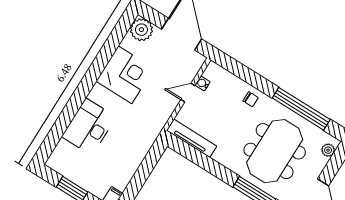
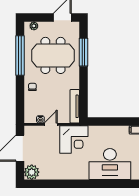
corner desk: (125, 75) -> (74, 139), moved, turned 180
door: (188, 93) -> (51, 124), swing flipped
desk: (89, 127) -> (110, 164), width x1.36, depth x1.30

